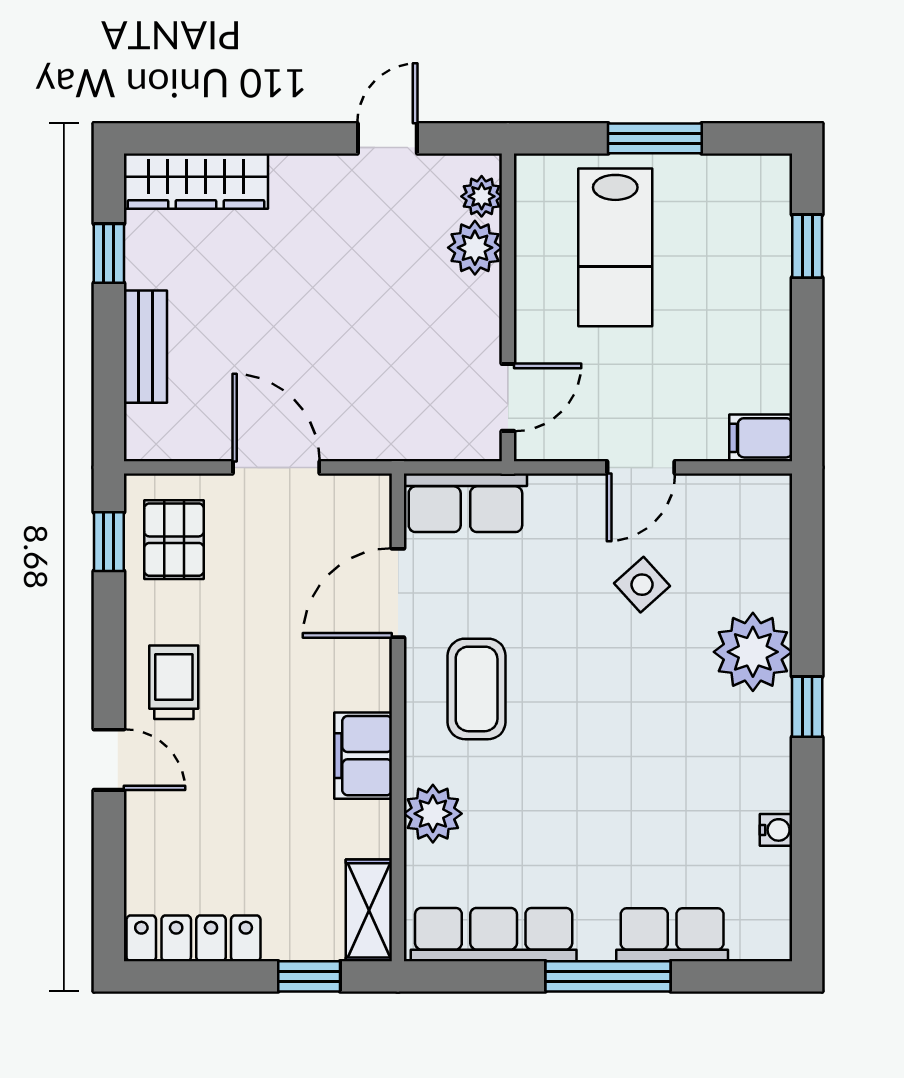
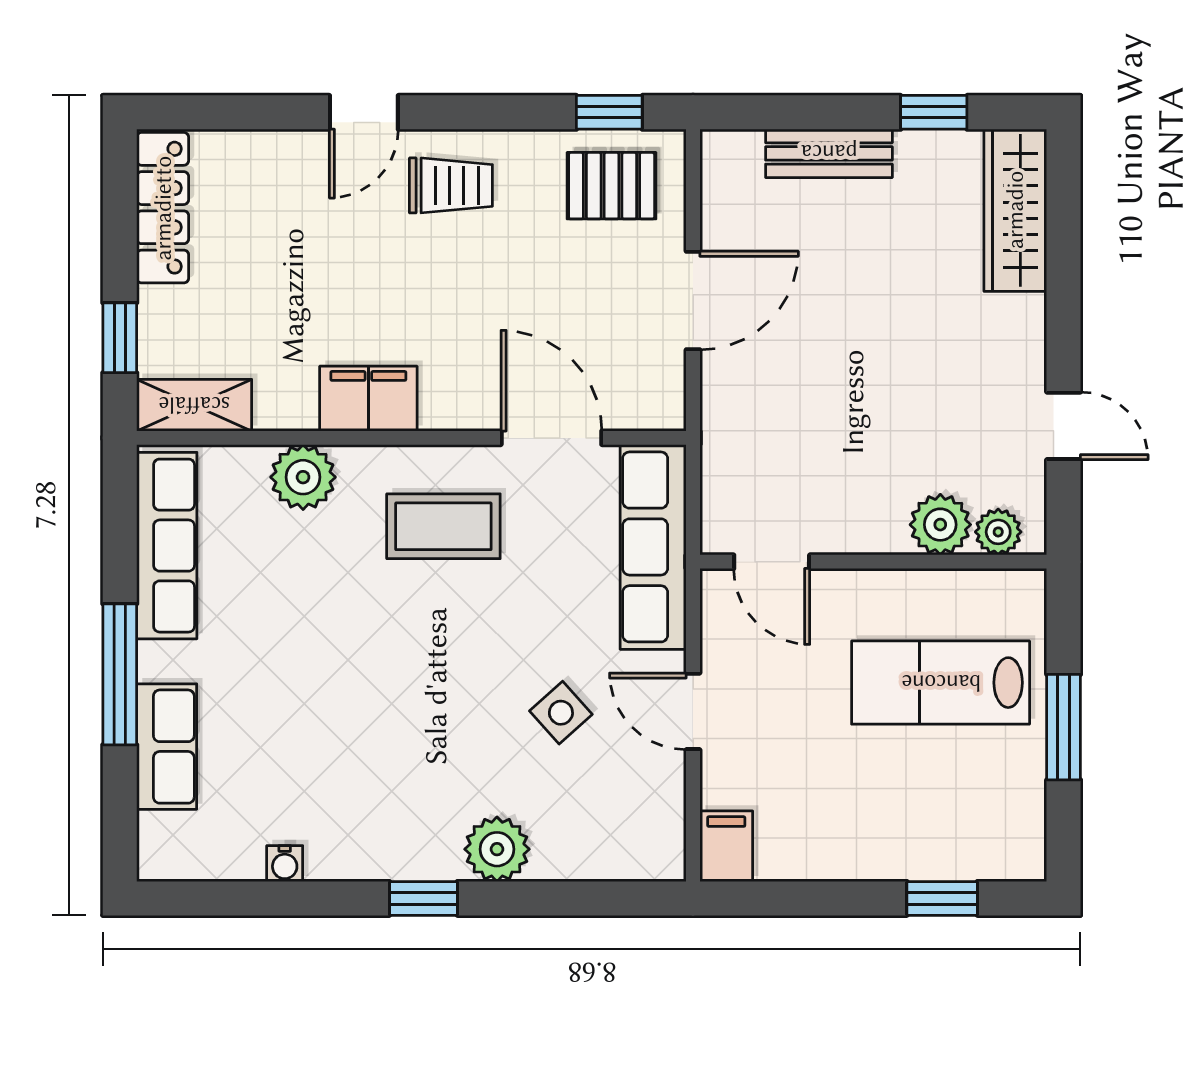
row of seats: (465, 503) -> (653, 547), width x1.48
plant: (753, 652) -> (497, 849), width x0.73, depth x0.73

